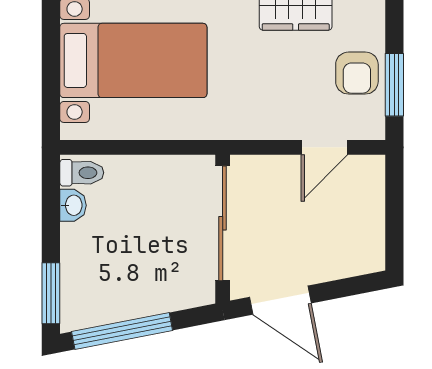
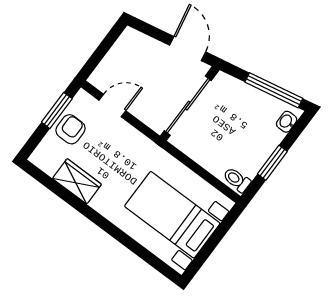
washbasin: (73, 205) -> (287, 122), moved
window: (51, 293) -> (272, 163), moved

